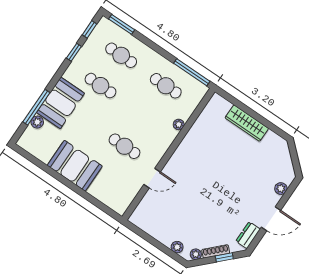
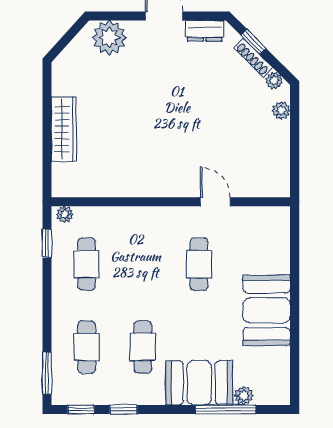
window: (192, 72) -> (47, 243), width x0.46
plant: (179, 124) -> (65, 214), moved
plant: (281, 189) -> (109, 38), width x1.87, depth x1.87

